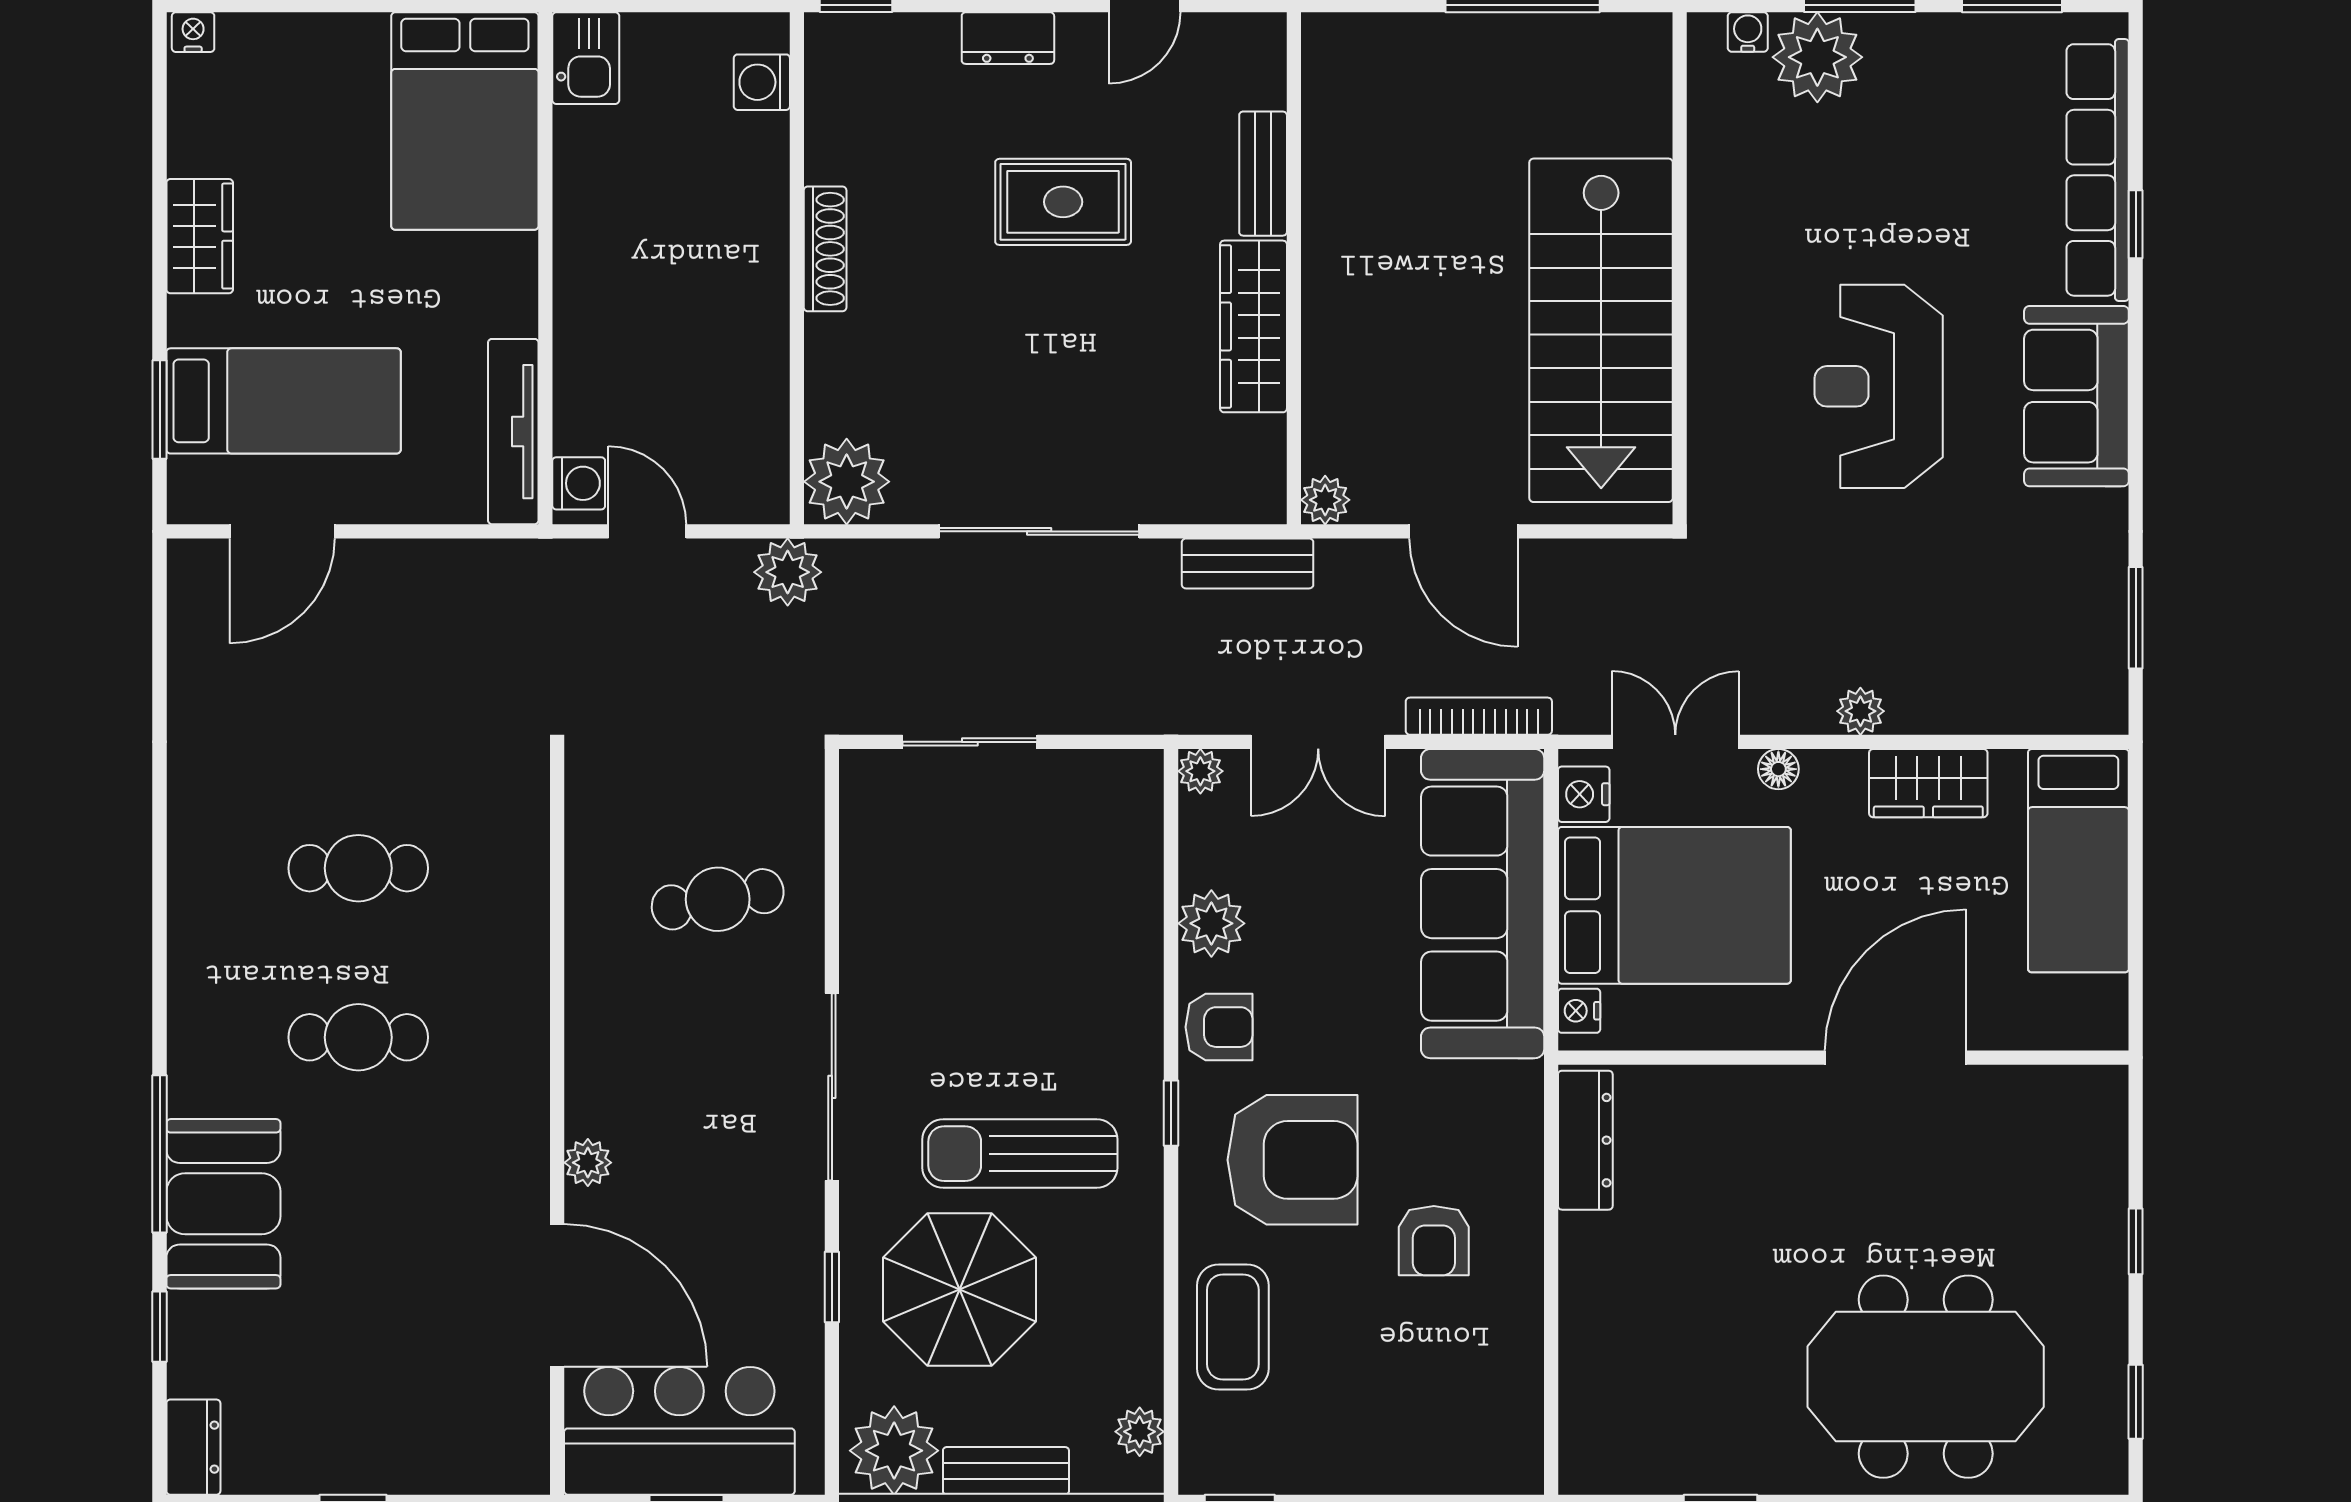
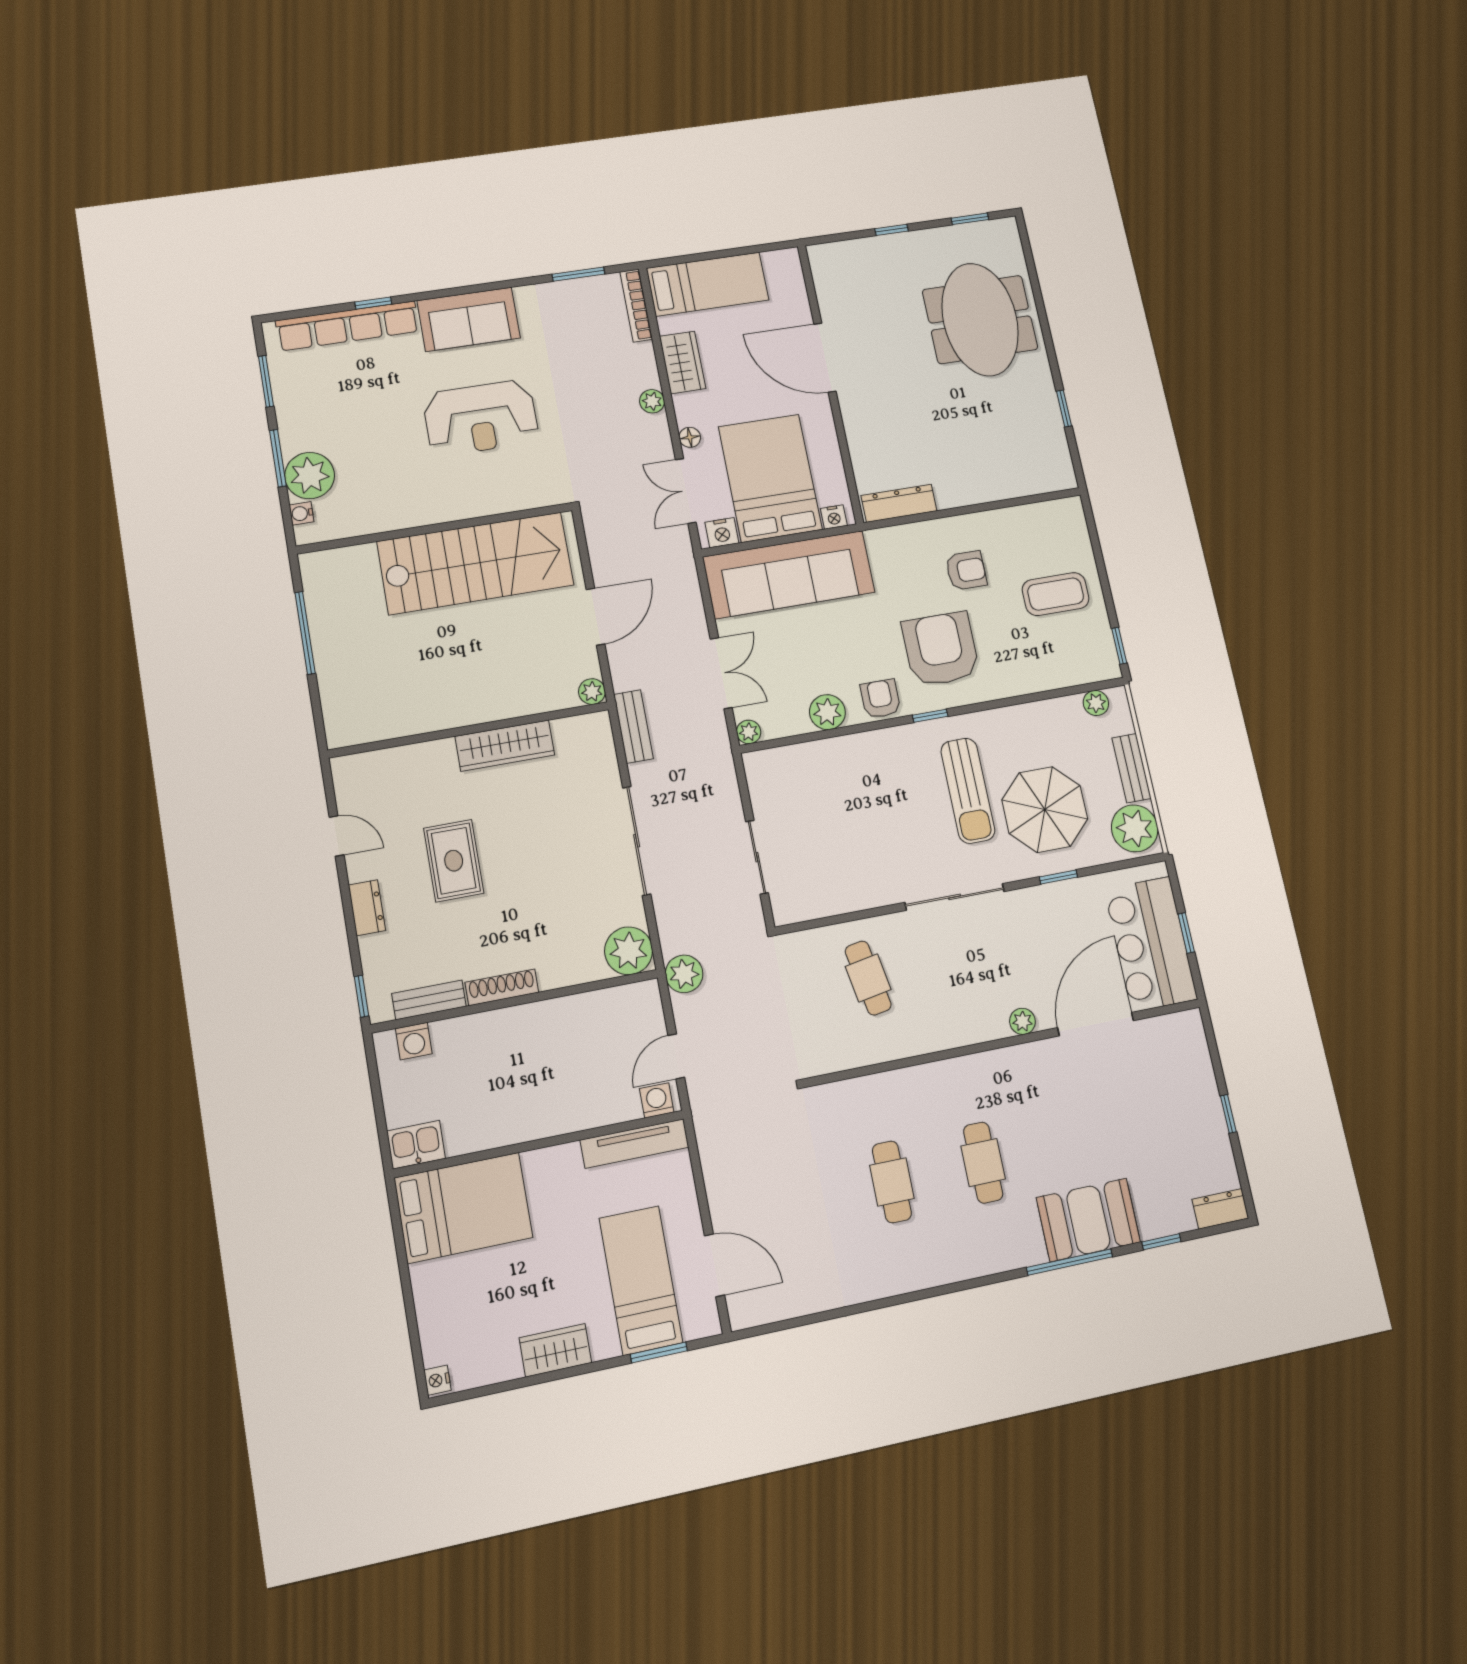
bench: (1263, 174) -> (429, 1000), moved
bookcase: (1479, 716) -> (636, 305), moved
coffee table: (1233, 1327) -> (1056, 594), moved

